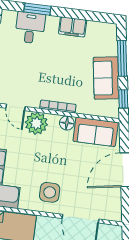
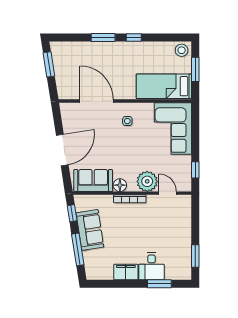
desk: (30, 28) -> (152, 266), moved
side table: (50, 192) -> (127, 121), width x0.54, depth x0.54

